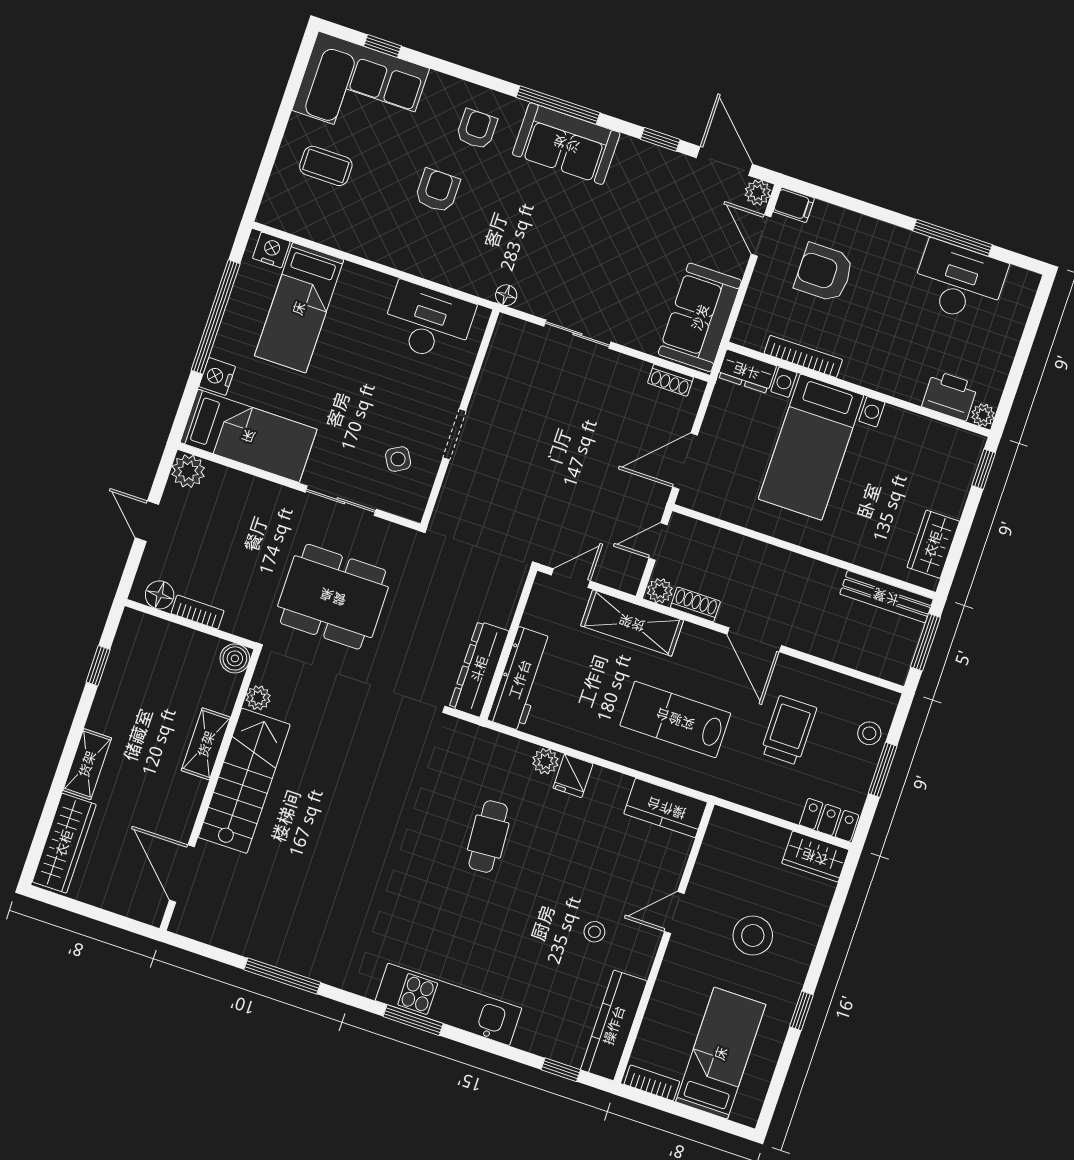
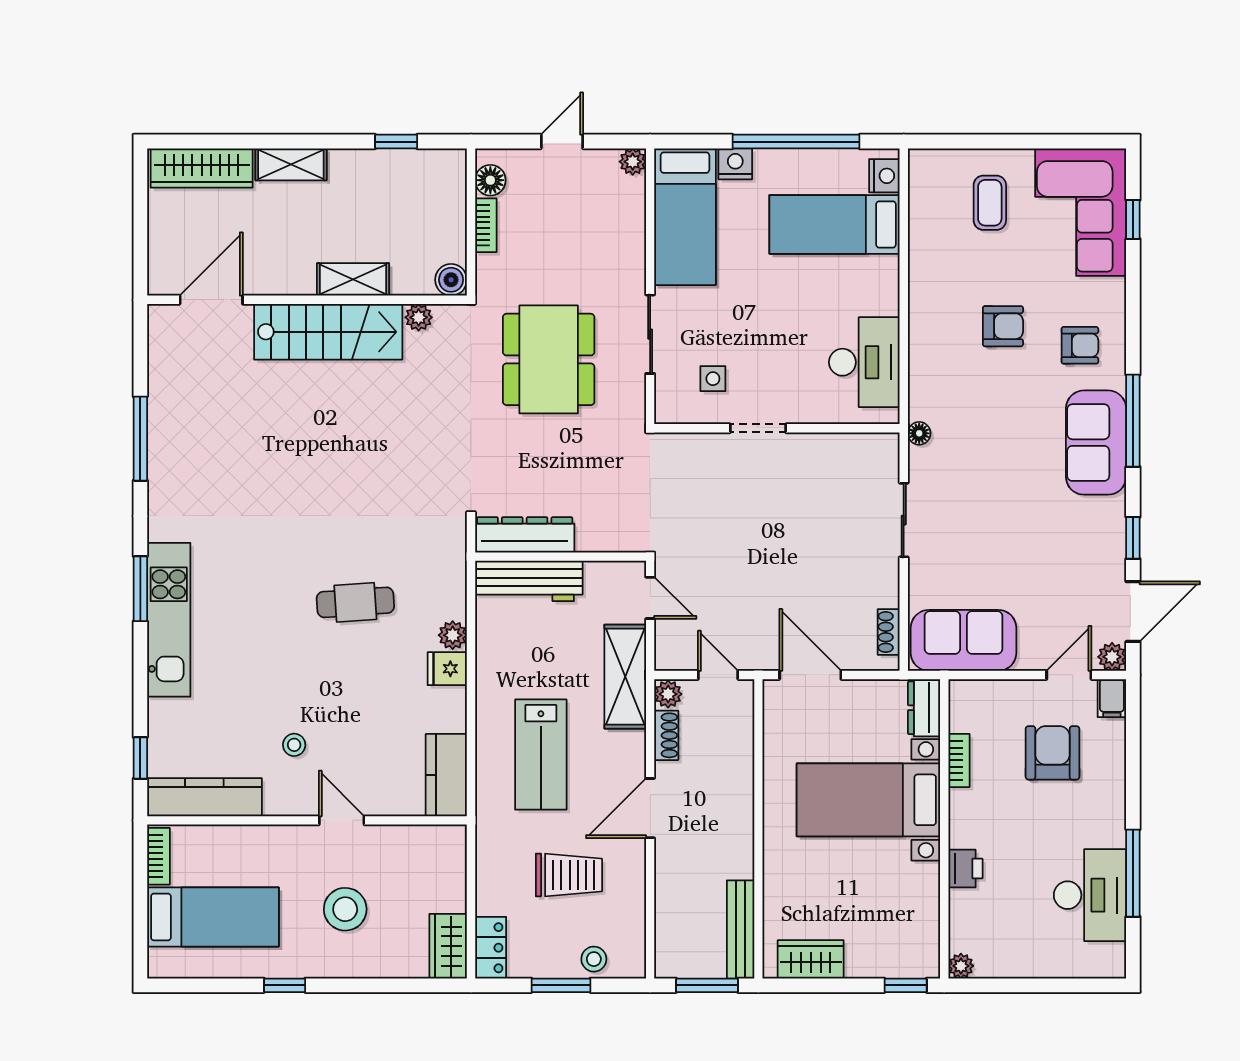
bookcase: (803, 356) -> (959, 760), width x0.64
printer: (950, 396) -> (965, 868), moved, width x0.73, depth x0.81
side table: (398, 459) -> (713, 379), turned 30
plant: (188, 471) -> (633, 162), width x0.73, depth x0.73
lab bench: (675, 719) -> (541, 755), turned 180

